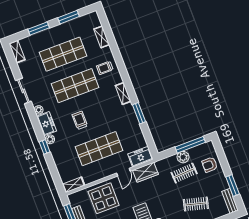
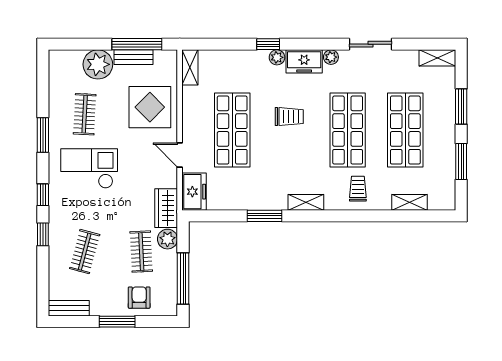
plant: (183, 157) -> (167, 239), moved
wardrobe: (145, 172) -> (166, 208), moved
window: (233, 186) -> (117, 322), moved

